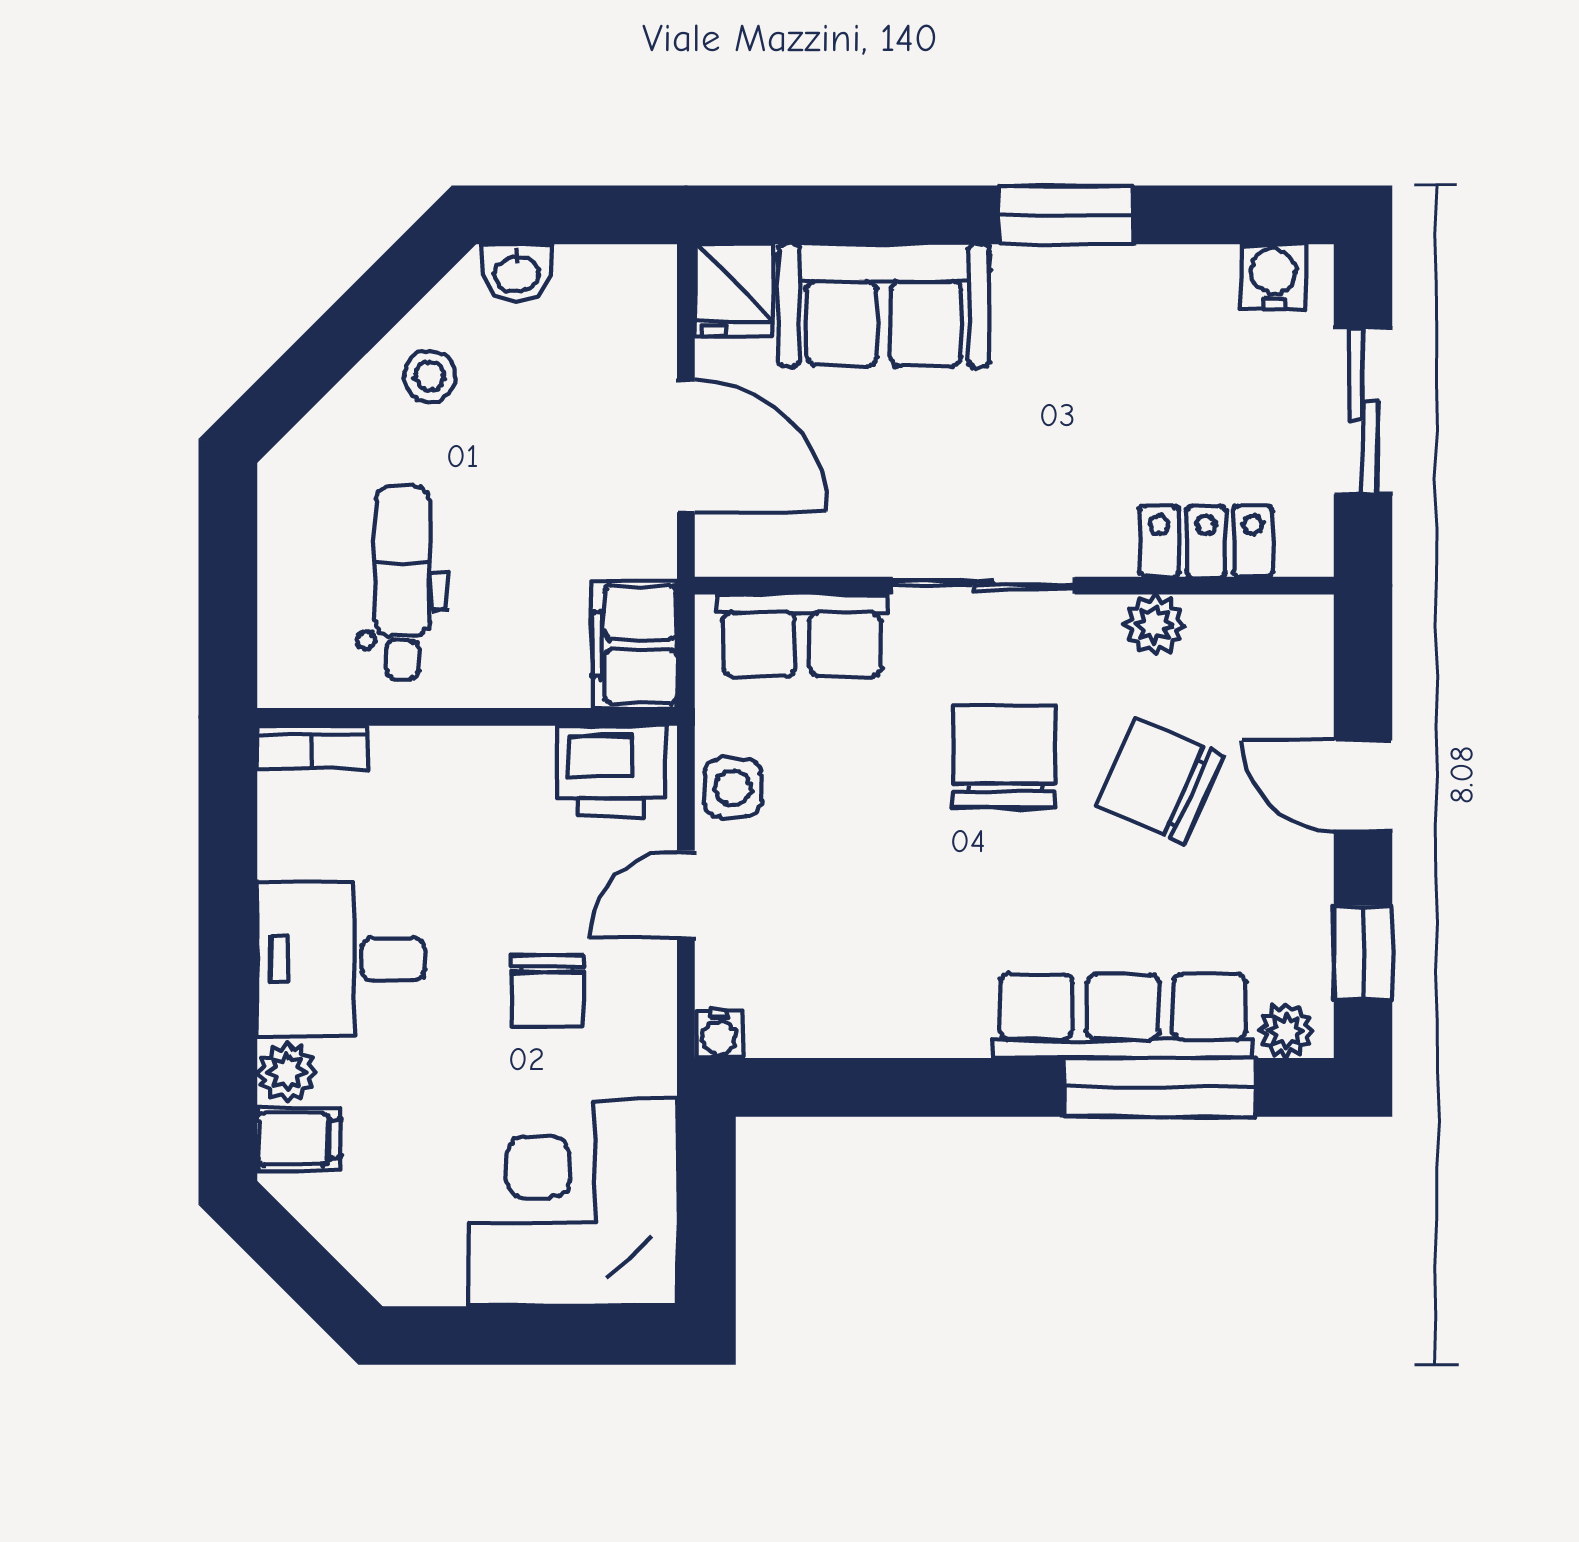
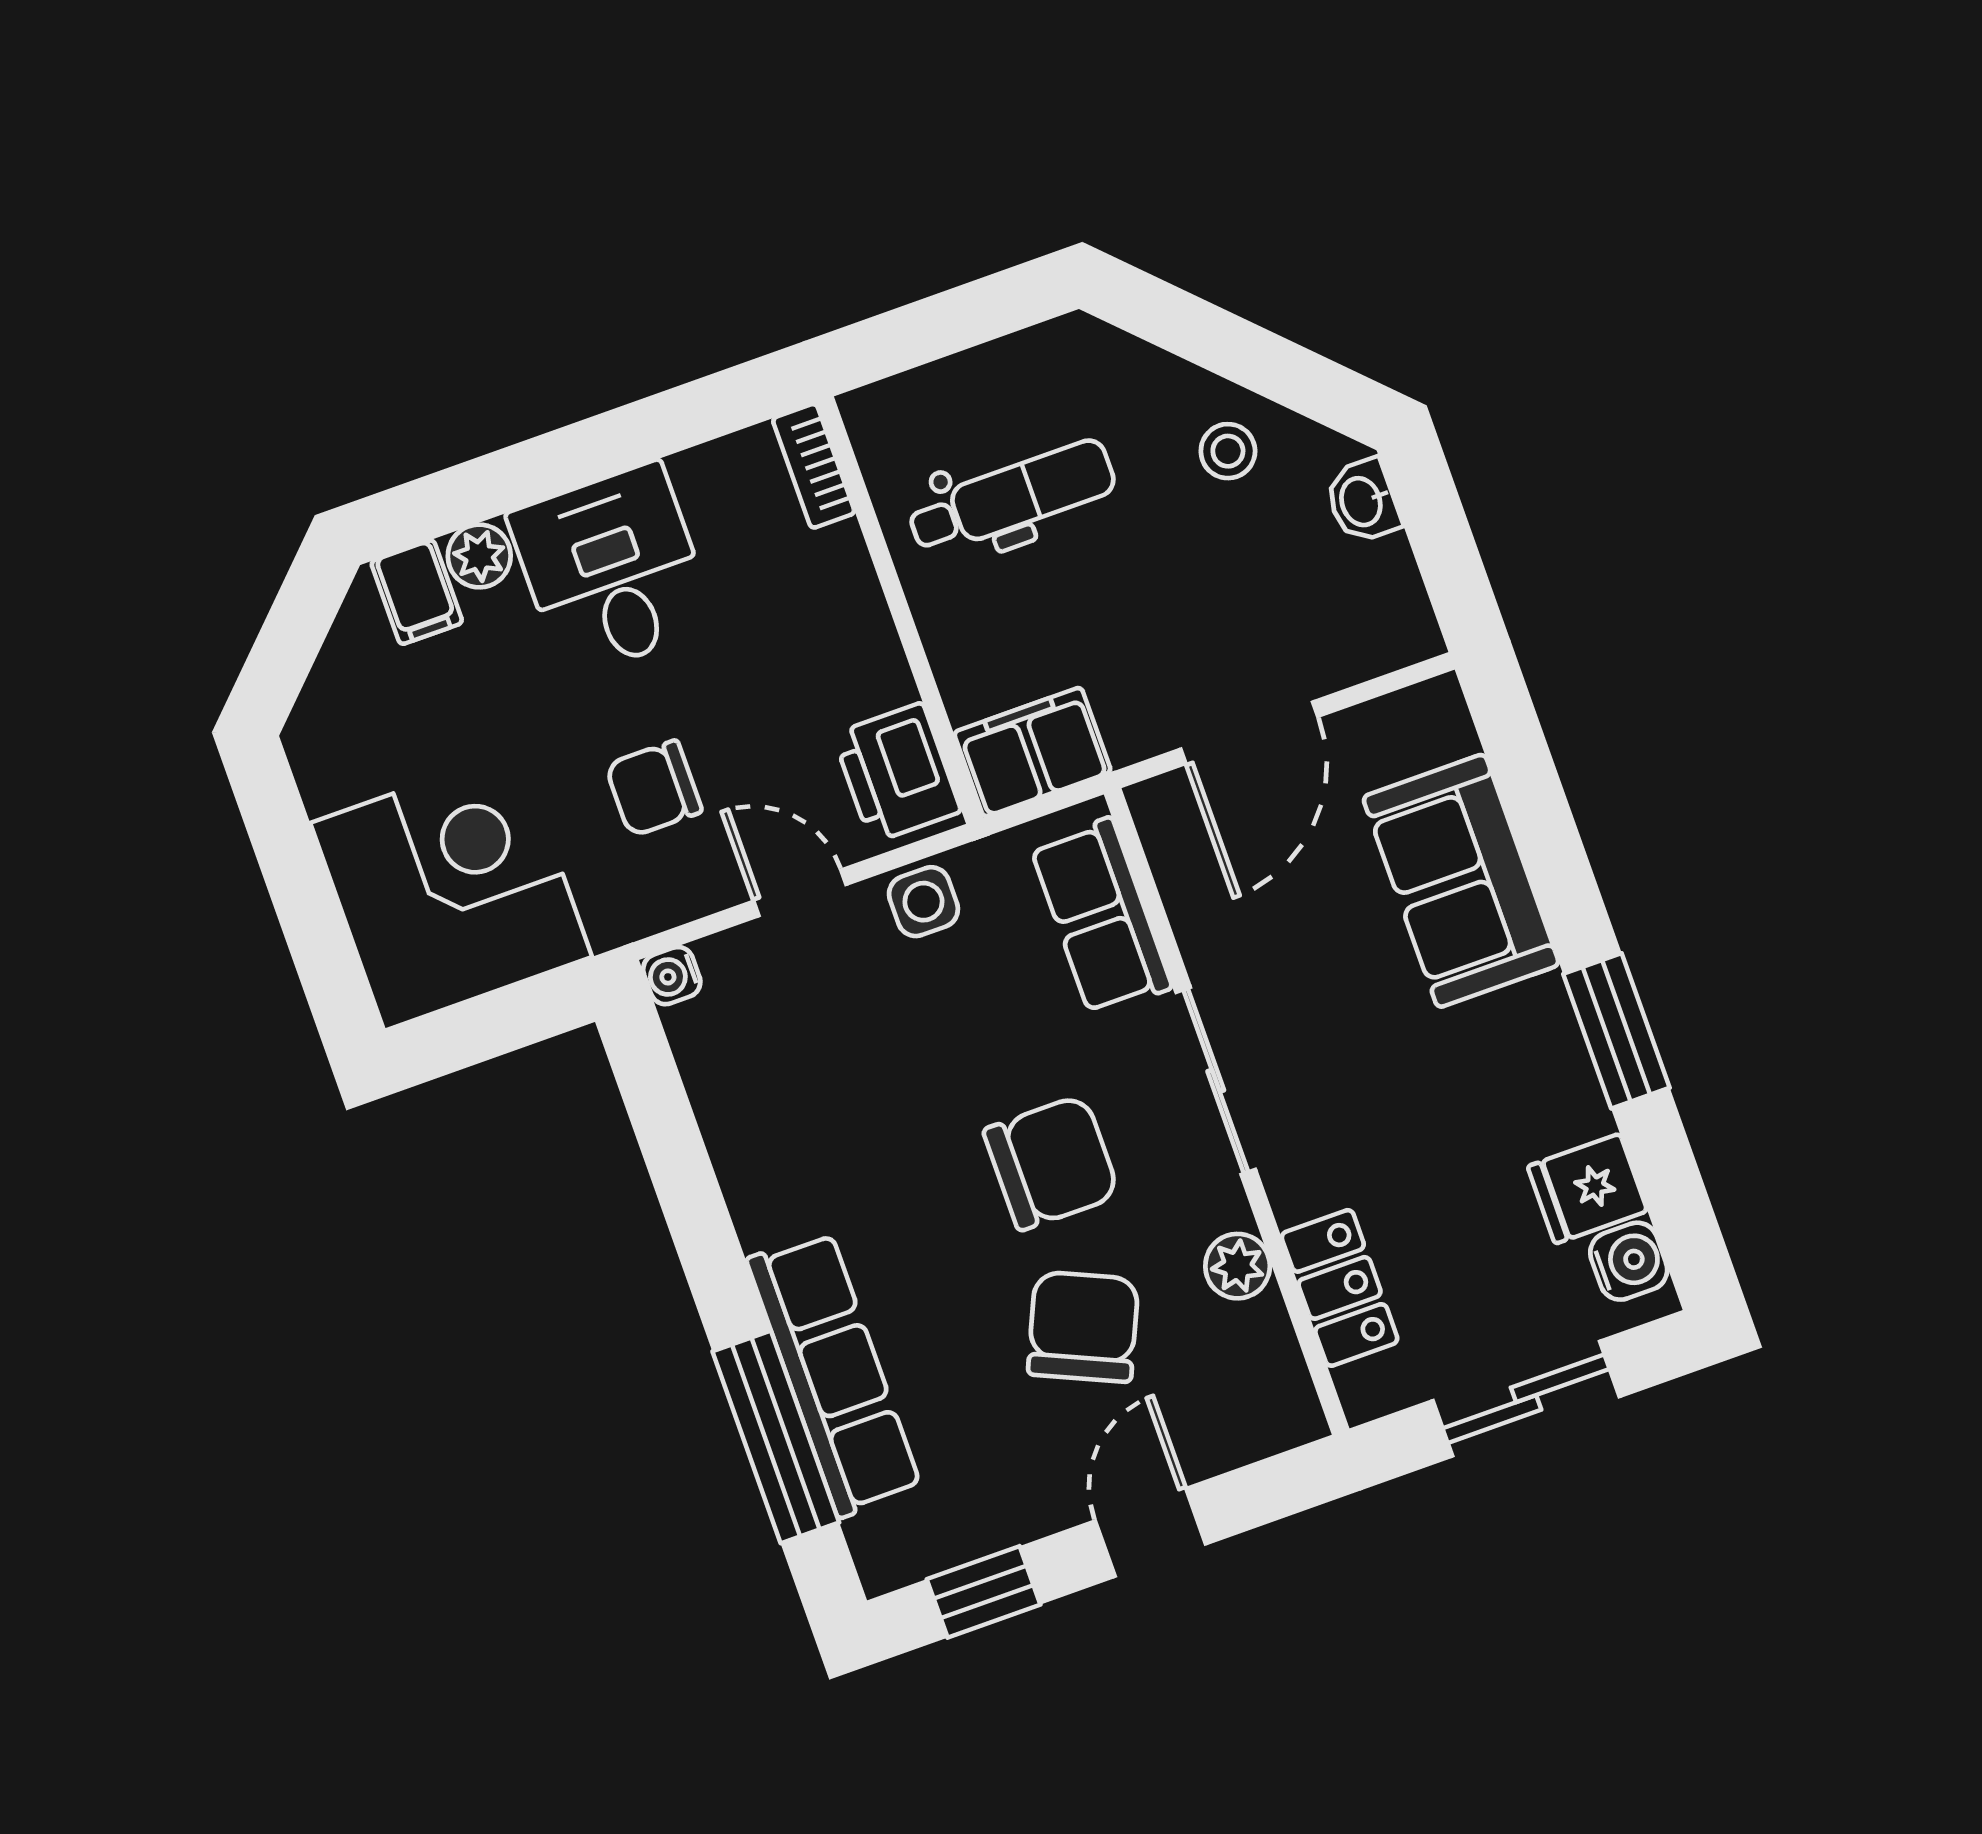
fridge: (734, 290) -> (1587, 1189), moved
plant: (1286, 1031) -> (878, 1543), removed

